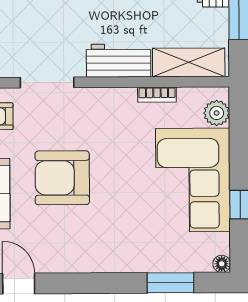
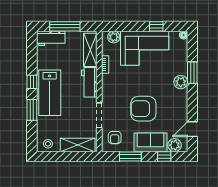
armchair: (62, 178) -> (143, 109), turned 90
plant: (120, 258) -> (181, 82), added
window: (171, 283) -> (192, 73), moved

